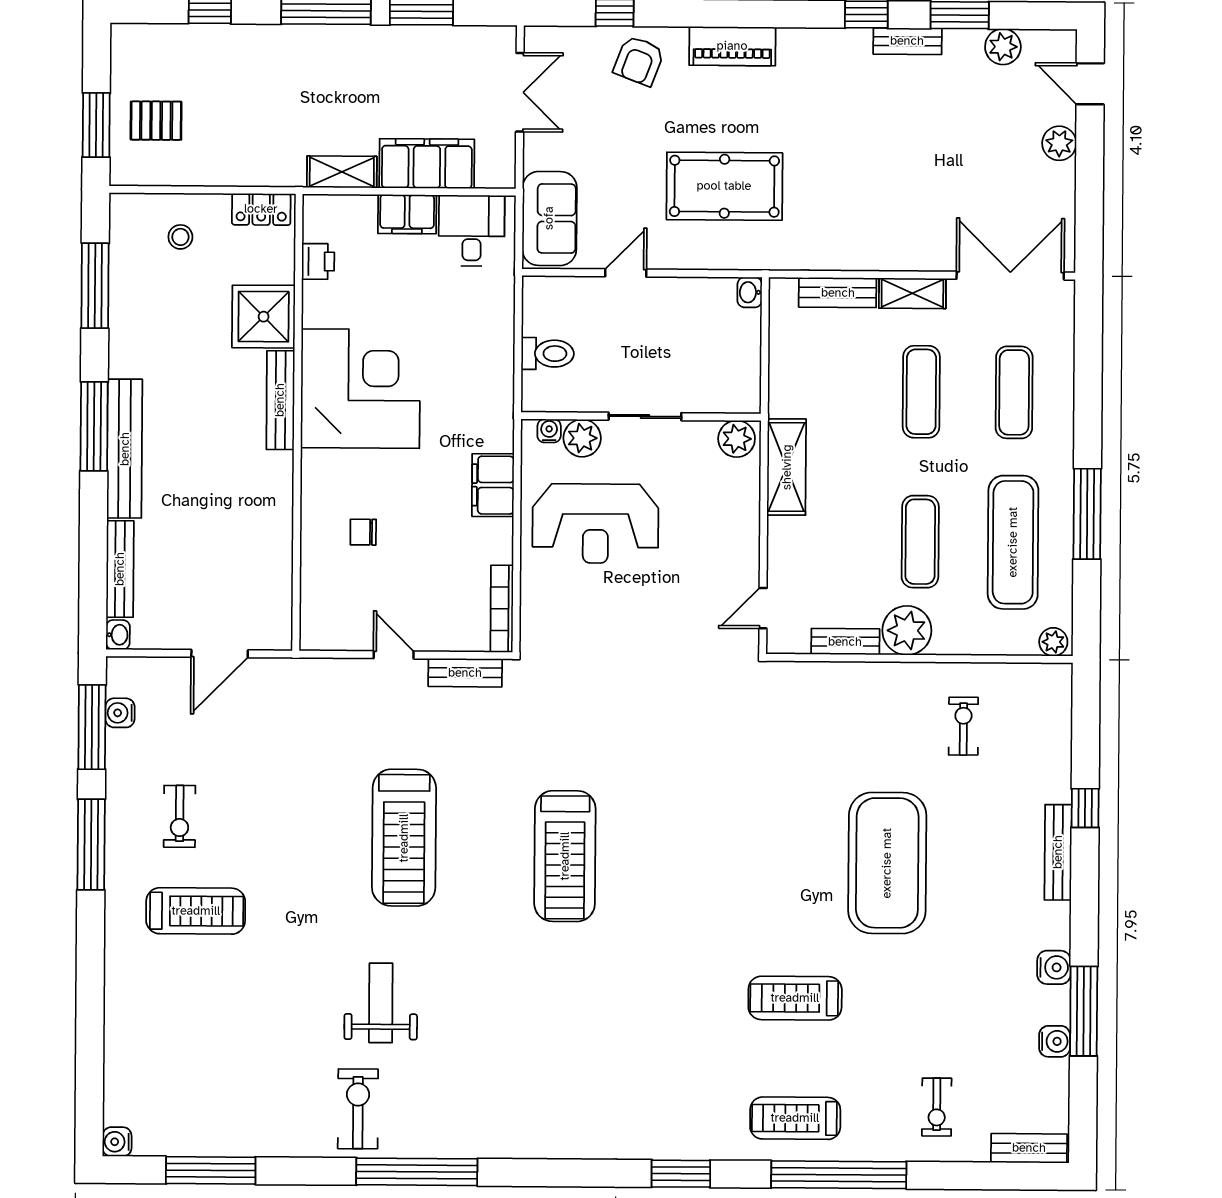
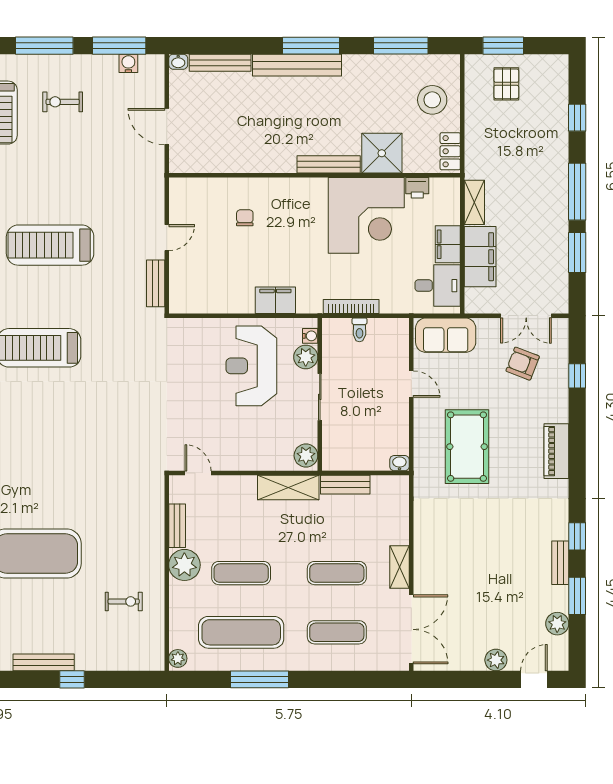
armchair: (639, 61) -> (523, 364), moved
stool: (180, 237) -> (432, 100), width x1.89, depth x1.89
bench: (838, 293) -> (345, 485), moved, turned 90
toilet: (548, 354) -> (359, 330), width x0.73, depth x0.72
corner desk: (360, 389) -> (366, 215), moved
bookcase: (502, 609) -> (351, 306), moved

